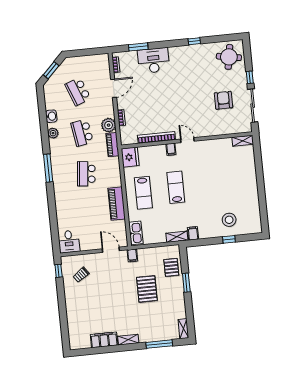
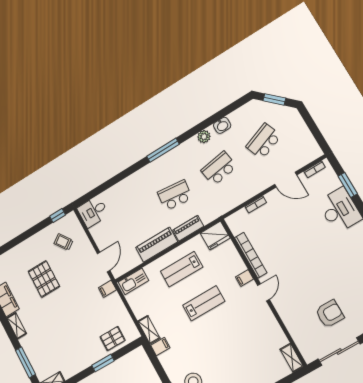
plant: (109, 125) -> (241, 194), removed
piano: (112, 145) -> (188, 228), moved
pallet: (147, 289) -> (44, 279), moved, turned 90

